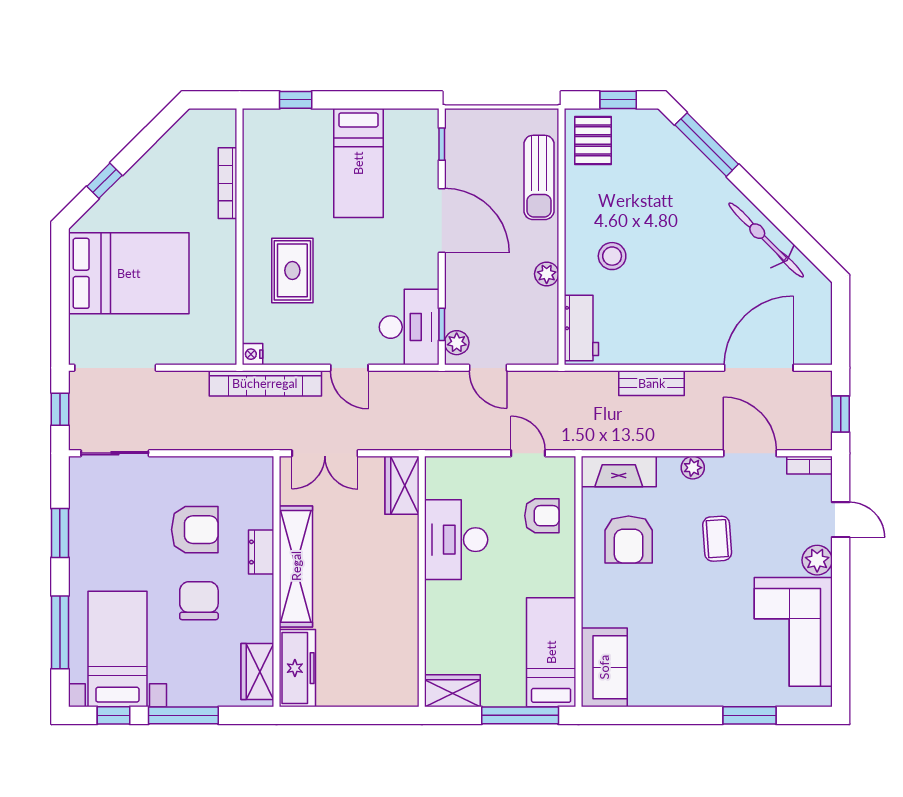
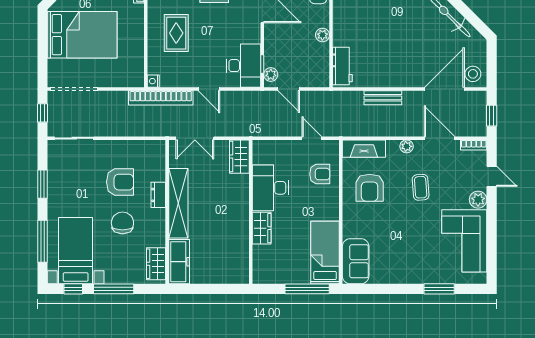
stool: (612, 256) -> (473, 74), moved
wardrobe: (452, 691) -> (262, 228), moved, turned 90

